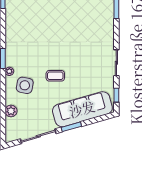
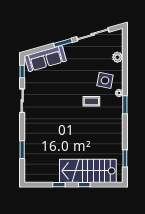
coffee table: (55, 76) -> (91, 101), moved
sofa: (82, 109) -> (45, 59), width x0.74, depth x0.79

